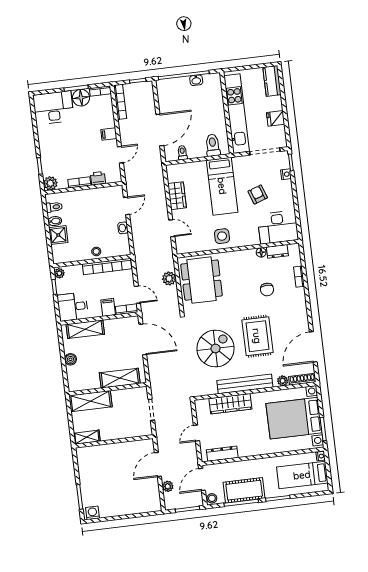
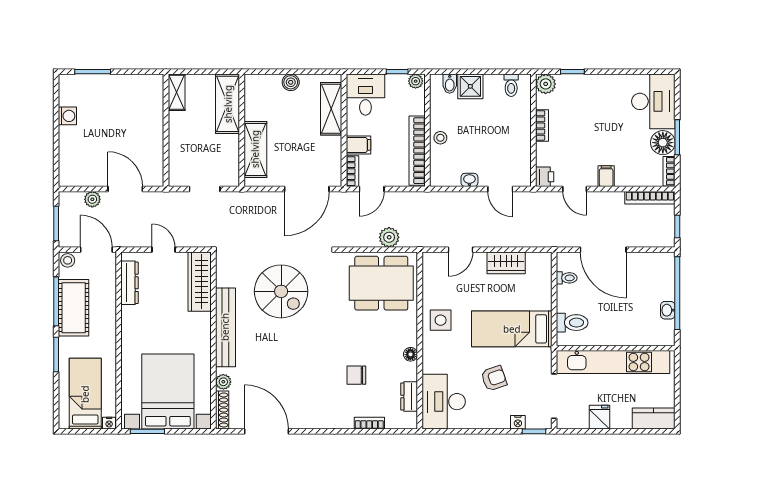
printer: (98, 178) -> (545, 177), moved
bidet: (55, 221) -> (450, 84), moved
floor lamp: (261, 252) -> (410, 354), moved
rug: (257, 336) -> (291, 353), removed
wardrobe: (230, 404) -> (200, 282), moved
washing machine: (92, 513) -> (67, 116), moved

